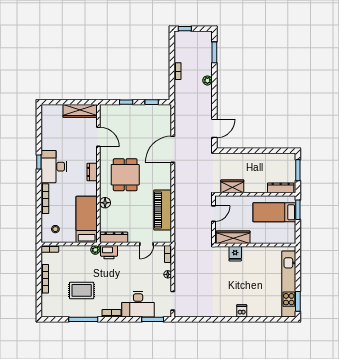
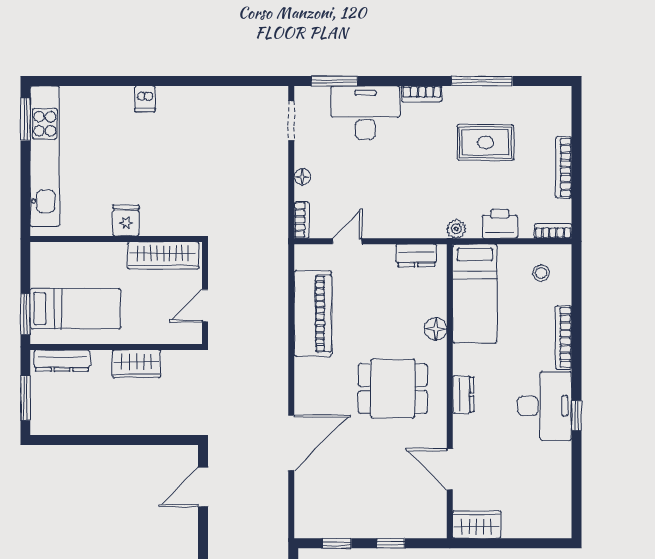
wardrobe: (80, 111) -> (477, 524), width x0.67
dining table: (125, 175) -> (393, 389), turned 90
wardrobe: (232, 186) -> (136, 364), moved
dresser: (114, 237) -> (416, 255), width x0.70
printer: (109, 252) -> (500, 224), moved
fridge: (235, 254) -> (126, 220), moved

